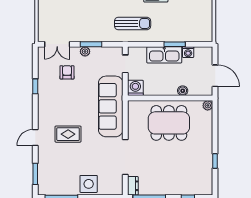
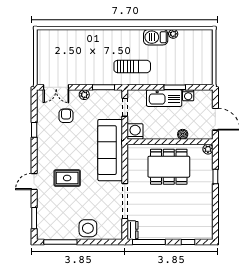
window: (91, 44) -> (103, 87), moved
window: (215, 161) -> (215, 176), moved

